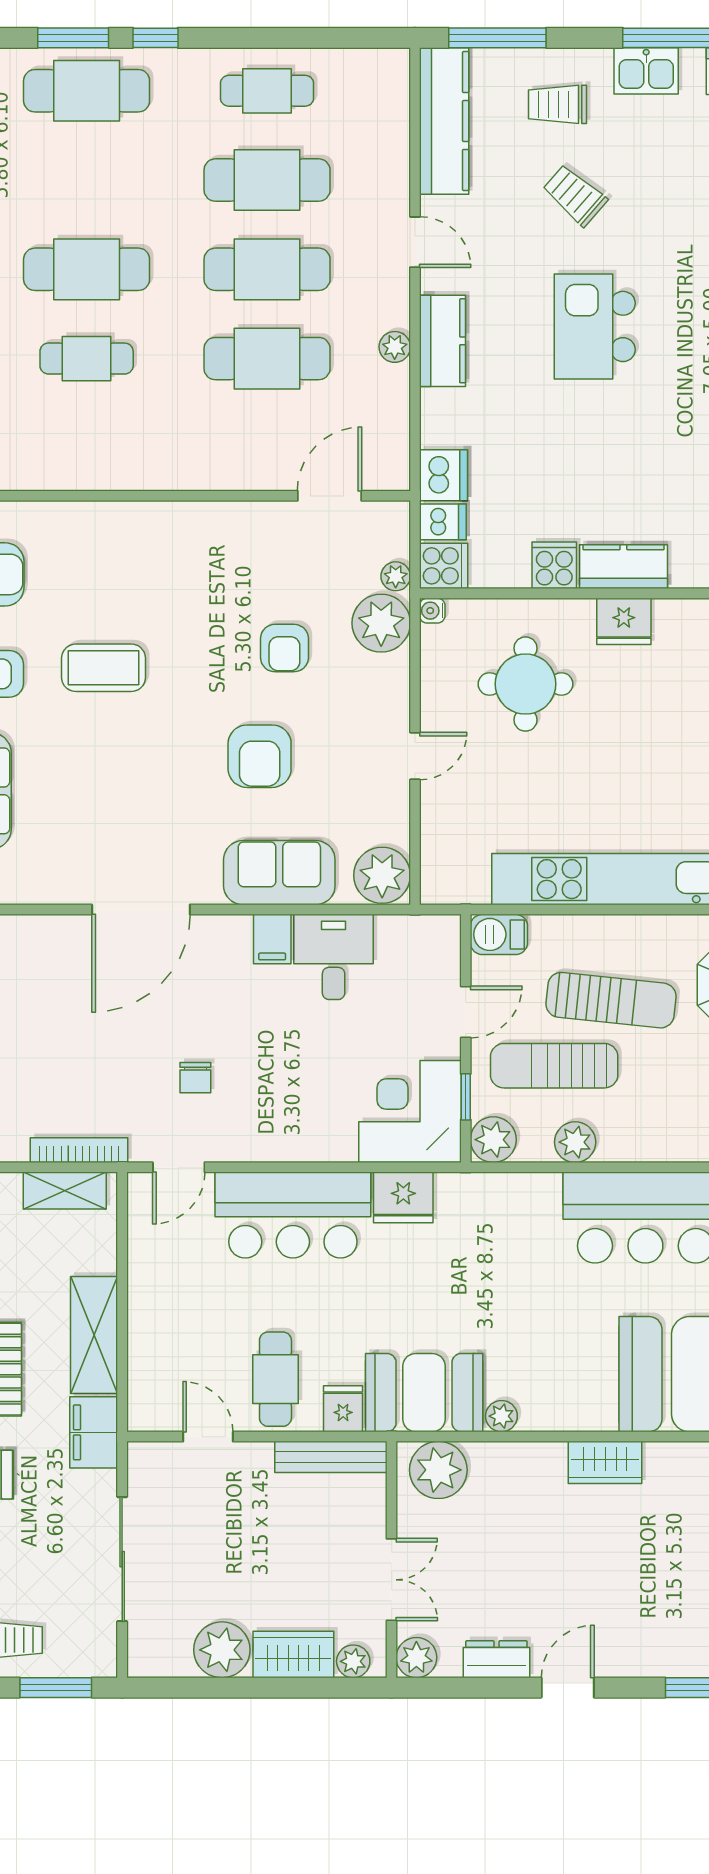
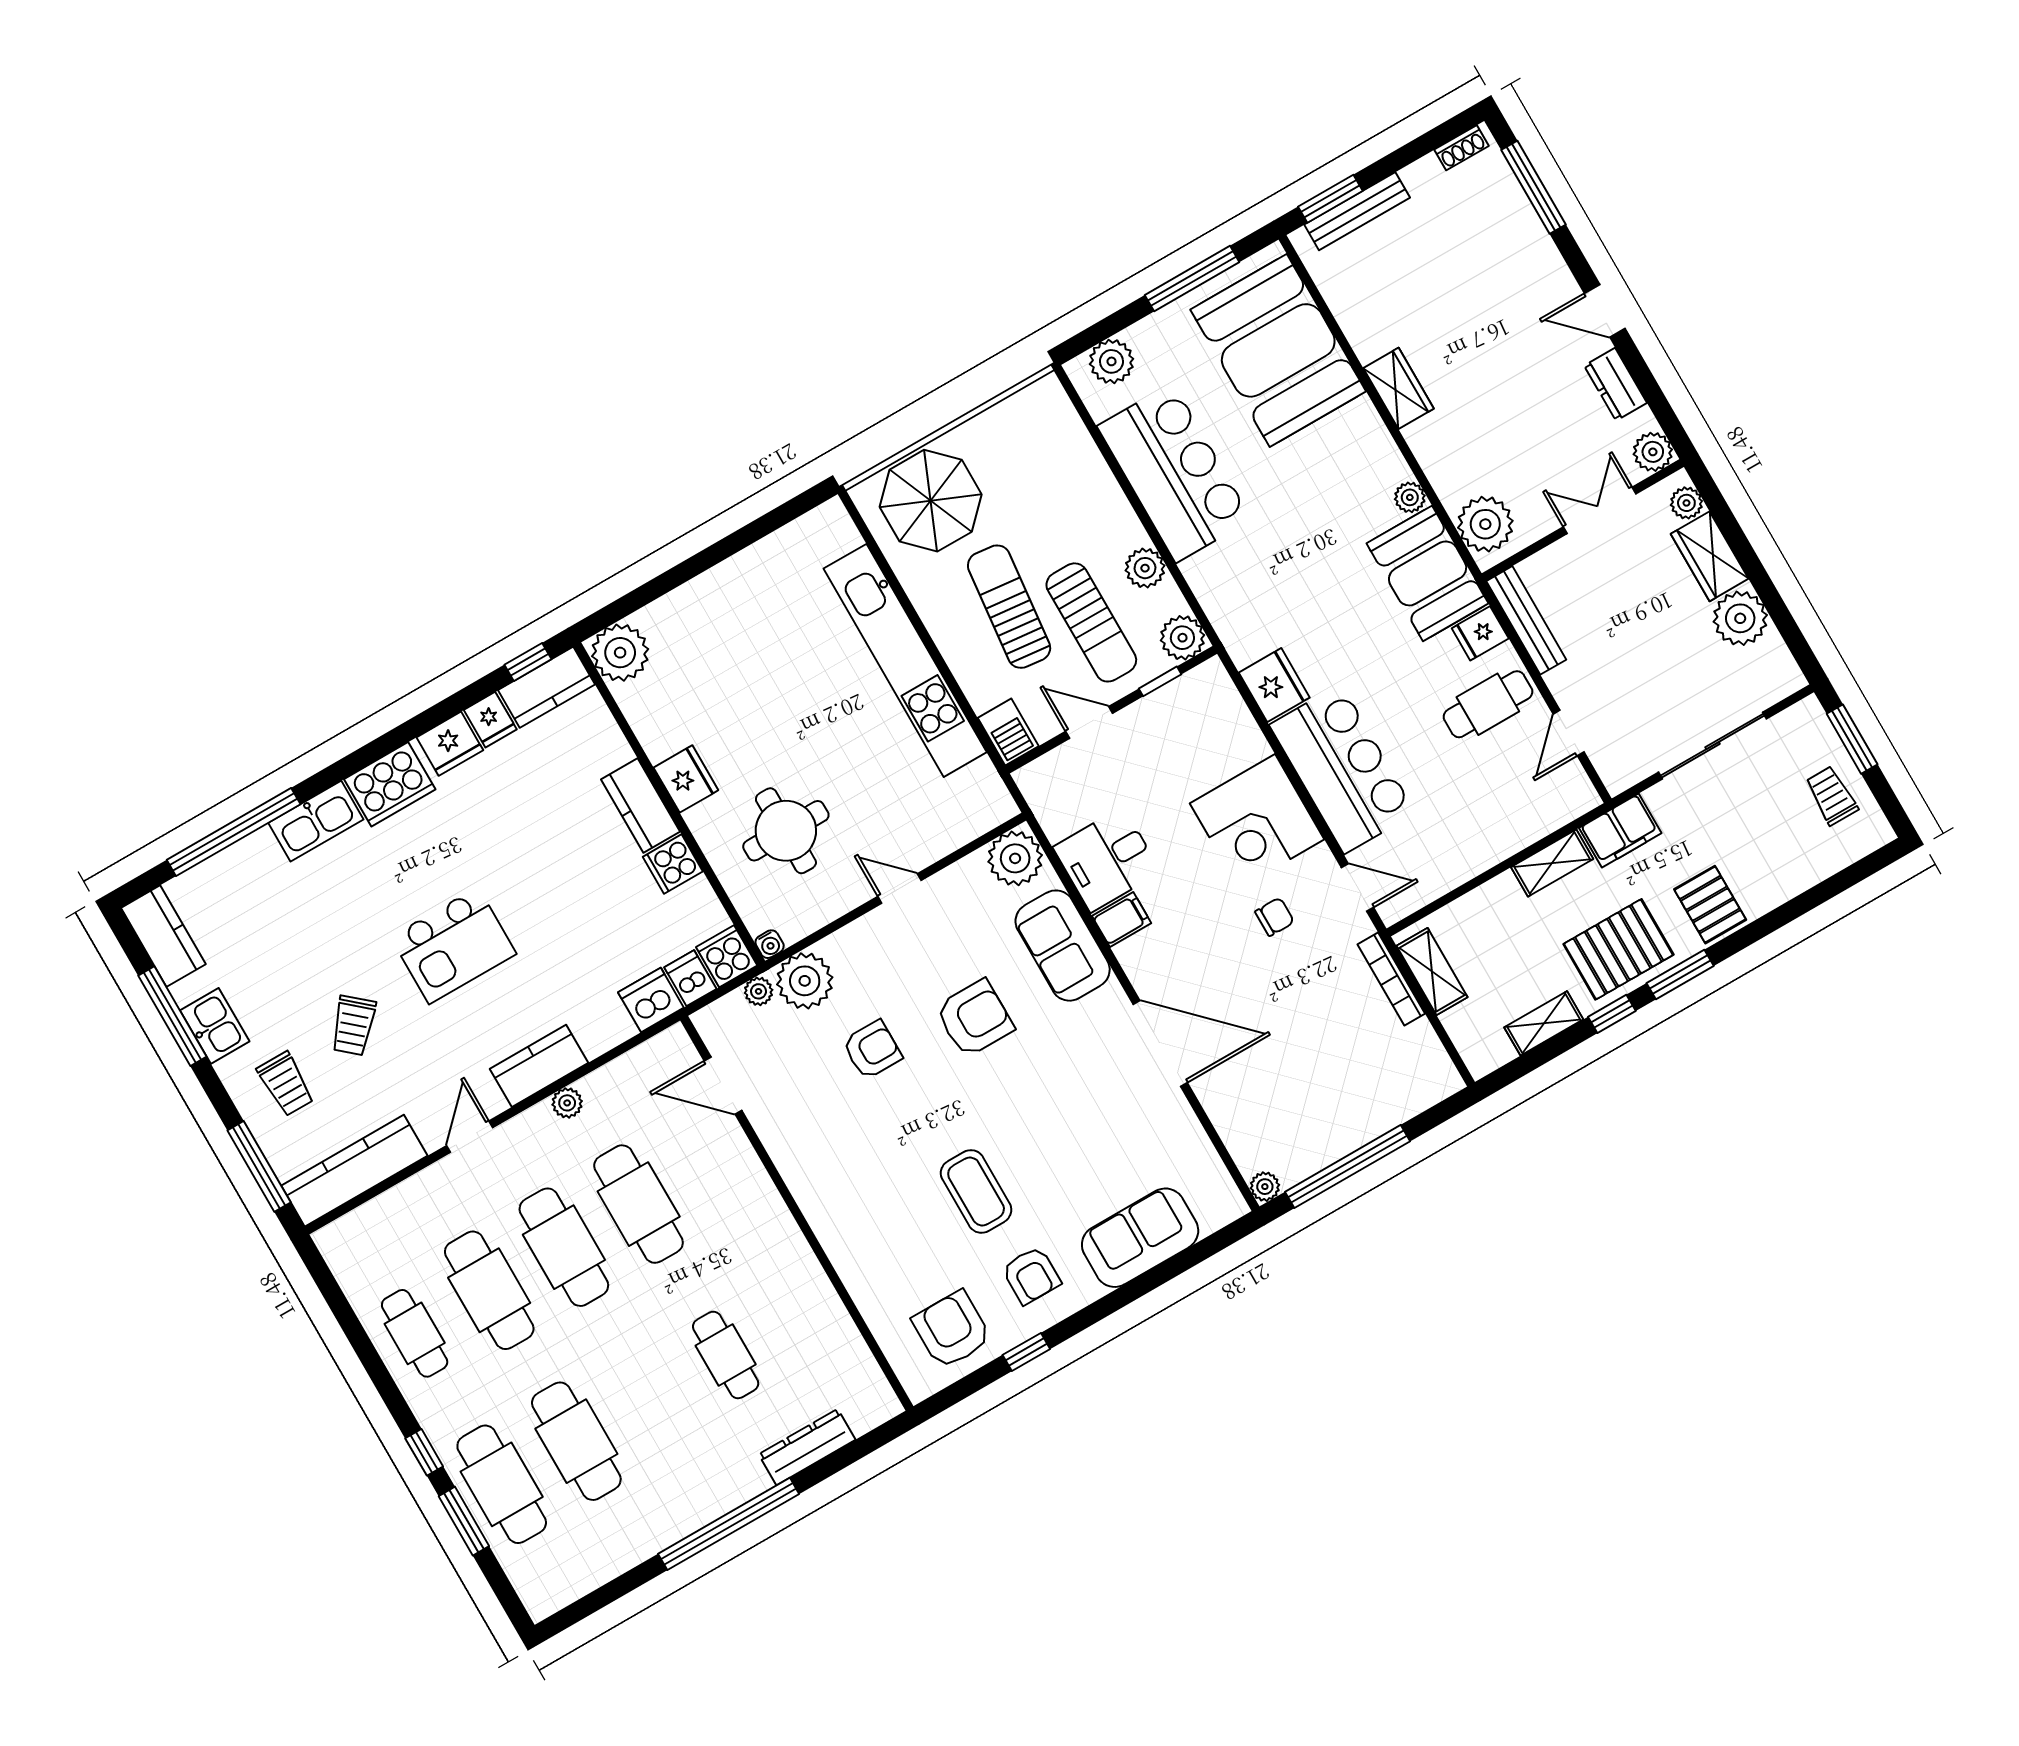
cafe table: (87, 269) -> (576, 1441), moved
corner desk: (410, 1111) -> (1257, 821), moved
shelving: (94, 1335) -> (1552, 863), width x0.67, depth x0.75

